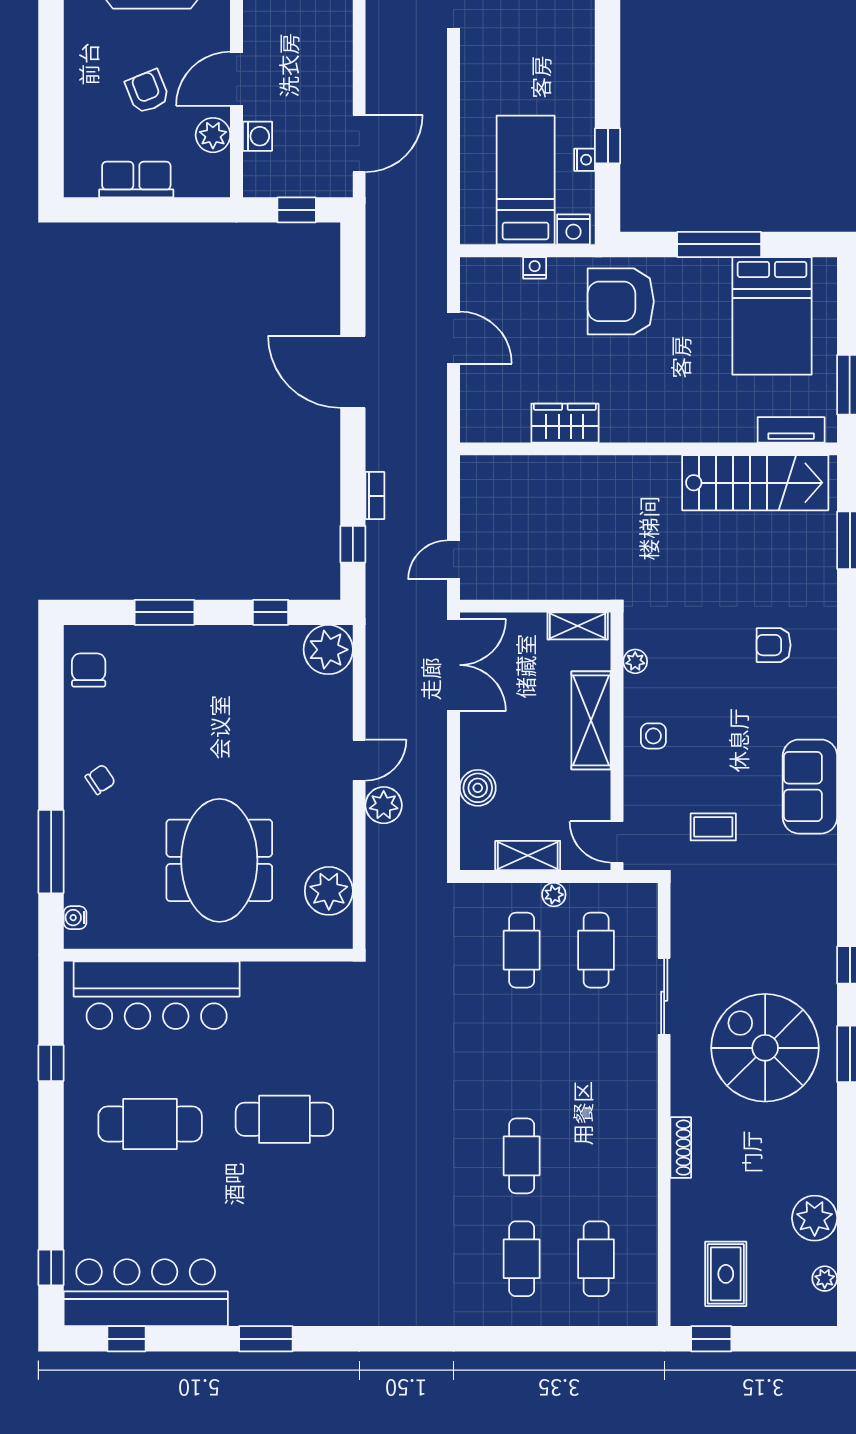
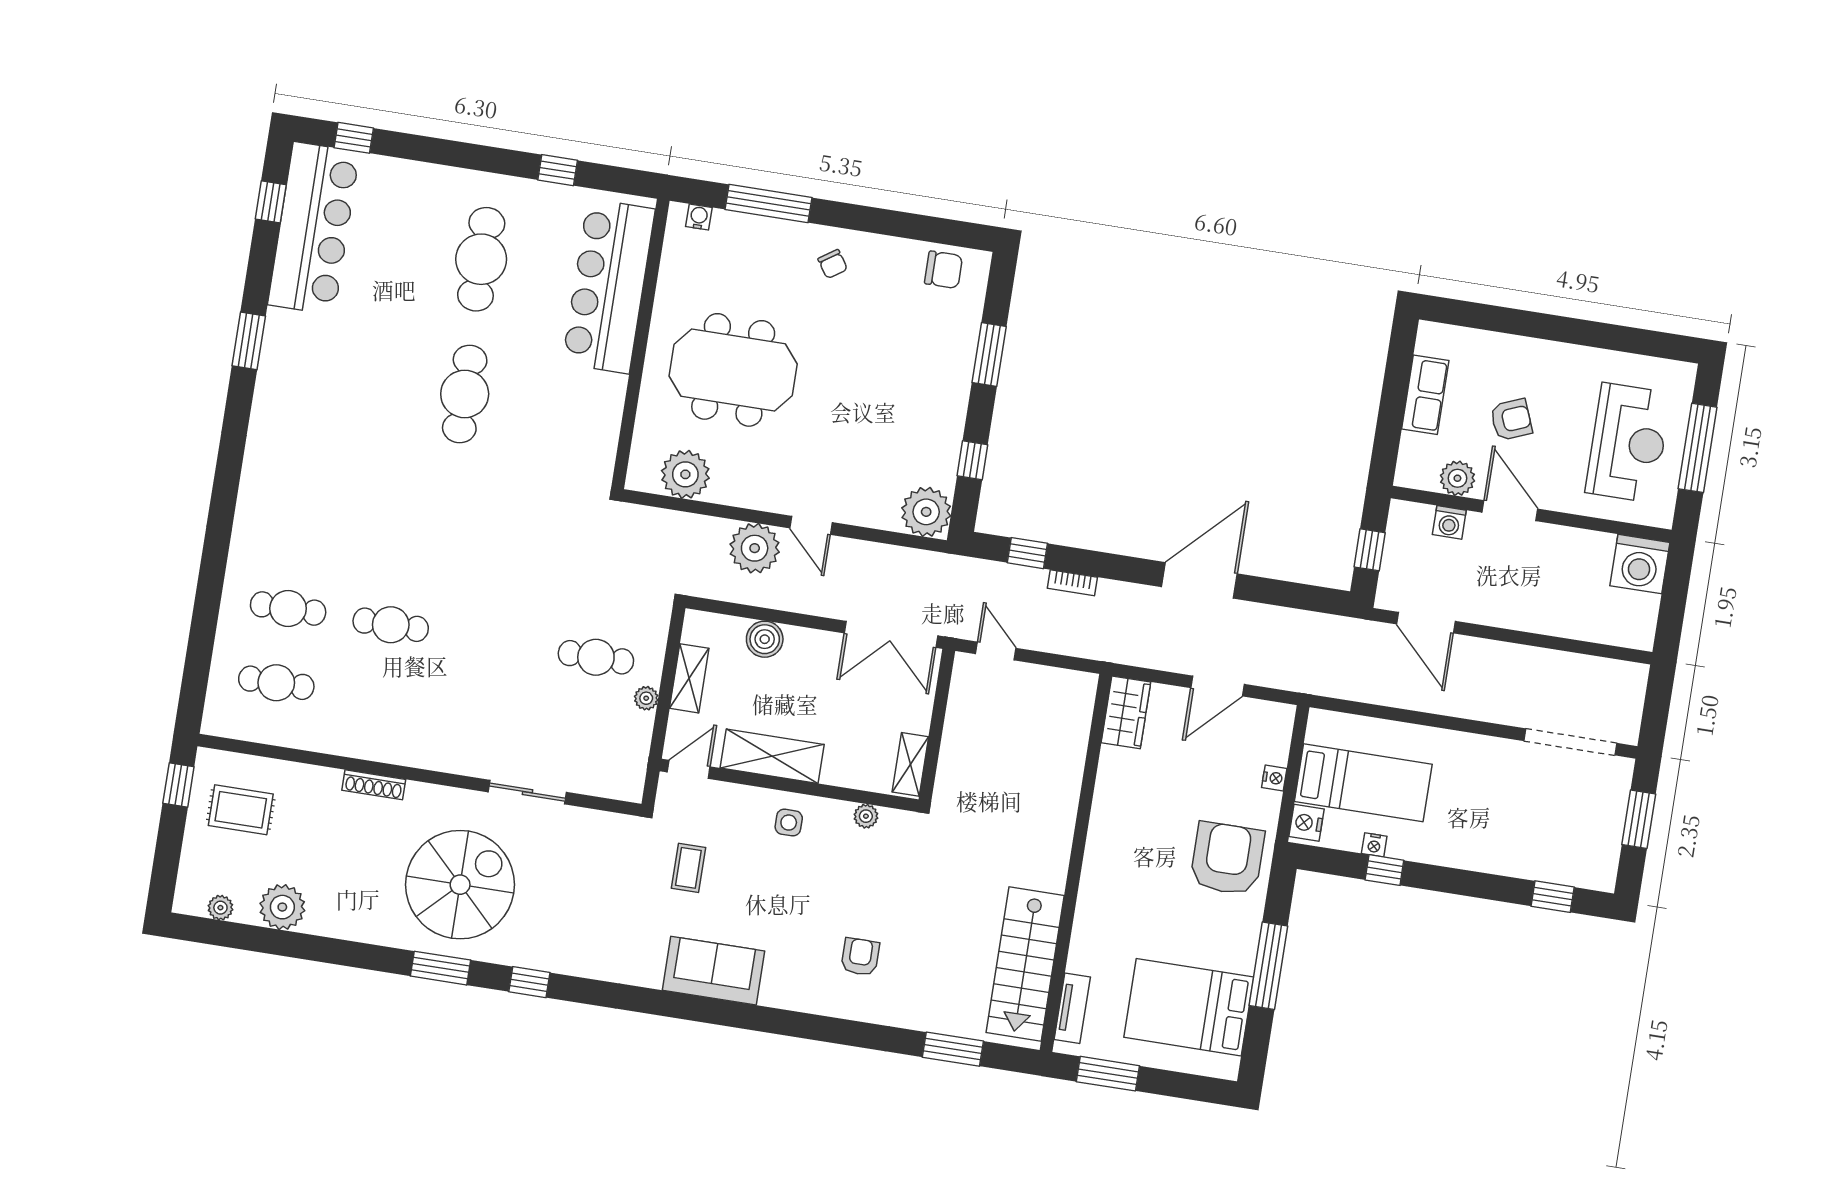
wardrobe: (565, 423) -> (1126, 712), moved
shelving: (591, 720) -> (772, 756), moved
plant: (384, 805) -> (755, 548), width x1.36, depth x1.36
cafe table: (596, 950) -> (584, 732), removed

